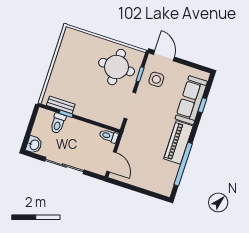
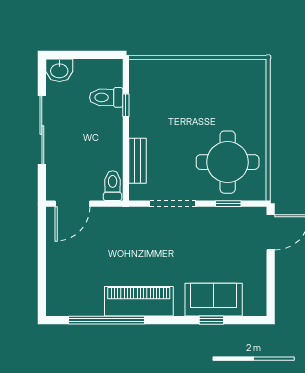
side table: (156, 79) -> (229, 233), removed
sofa: (191, 100) -> (214, 300), width x0.73
bench: (61, 105) -> (138, 161), moved

